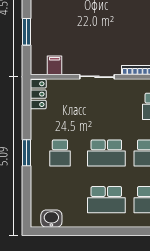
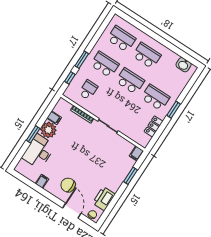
filing cabinet: (55, 65) -> (136, 153), moved
locker: (38, 94) -> (154, 126), moved
school desk: (60, 153) -> (155, 97), width x1.85

